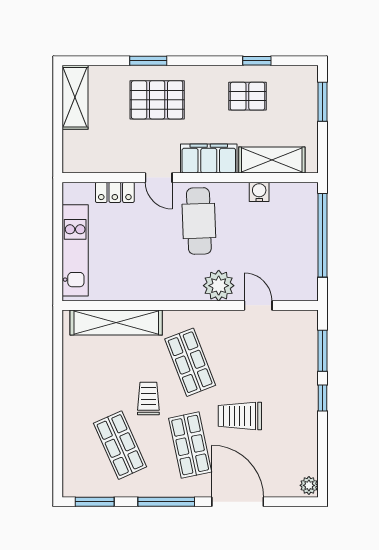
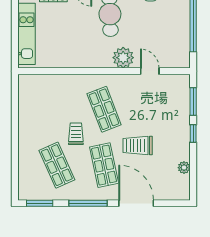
shelving: (116, 322) -> (54, 82), removed
plant: (309, 485) -> (184, 168), moved

